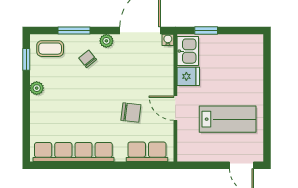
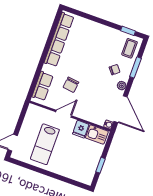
window: (206, 30) -> (100, 165), moved
plant: (37, 88) -> (108, 31), removed

